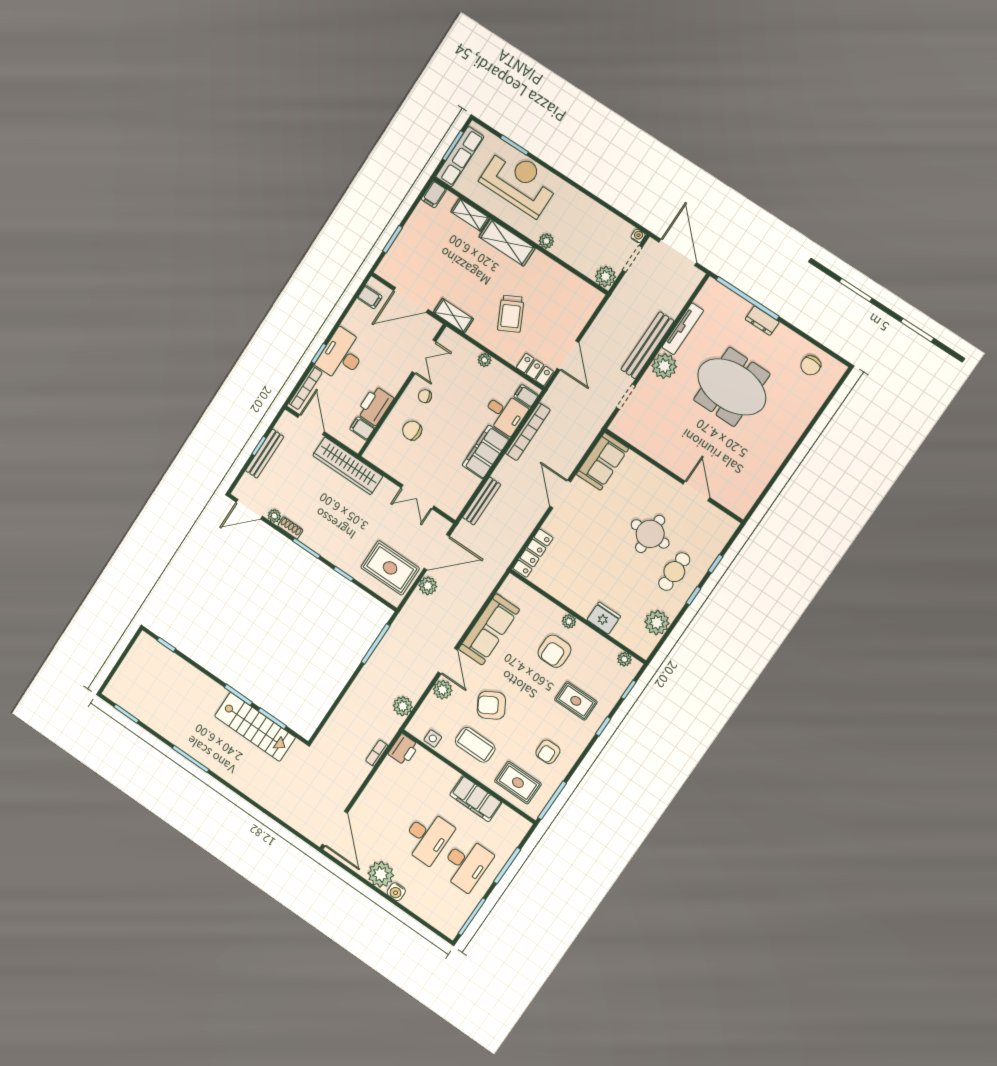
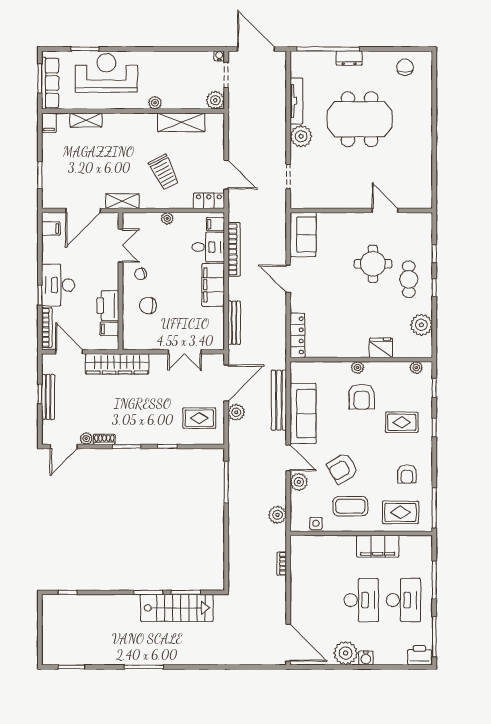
shelving: (507, 242) -> (181, 122), moved
bench: (647, 345) -> (279, 400), moved
chair: (811, 365) -> (405, 67), turned 180
rug: (390, 568) -> (199, 418), width x0.73, depth x0.70
printer: (404, 750) -> (419, 655), moved, turned -90

